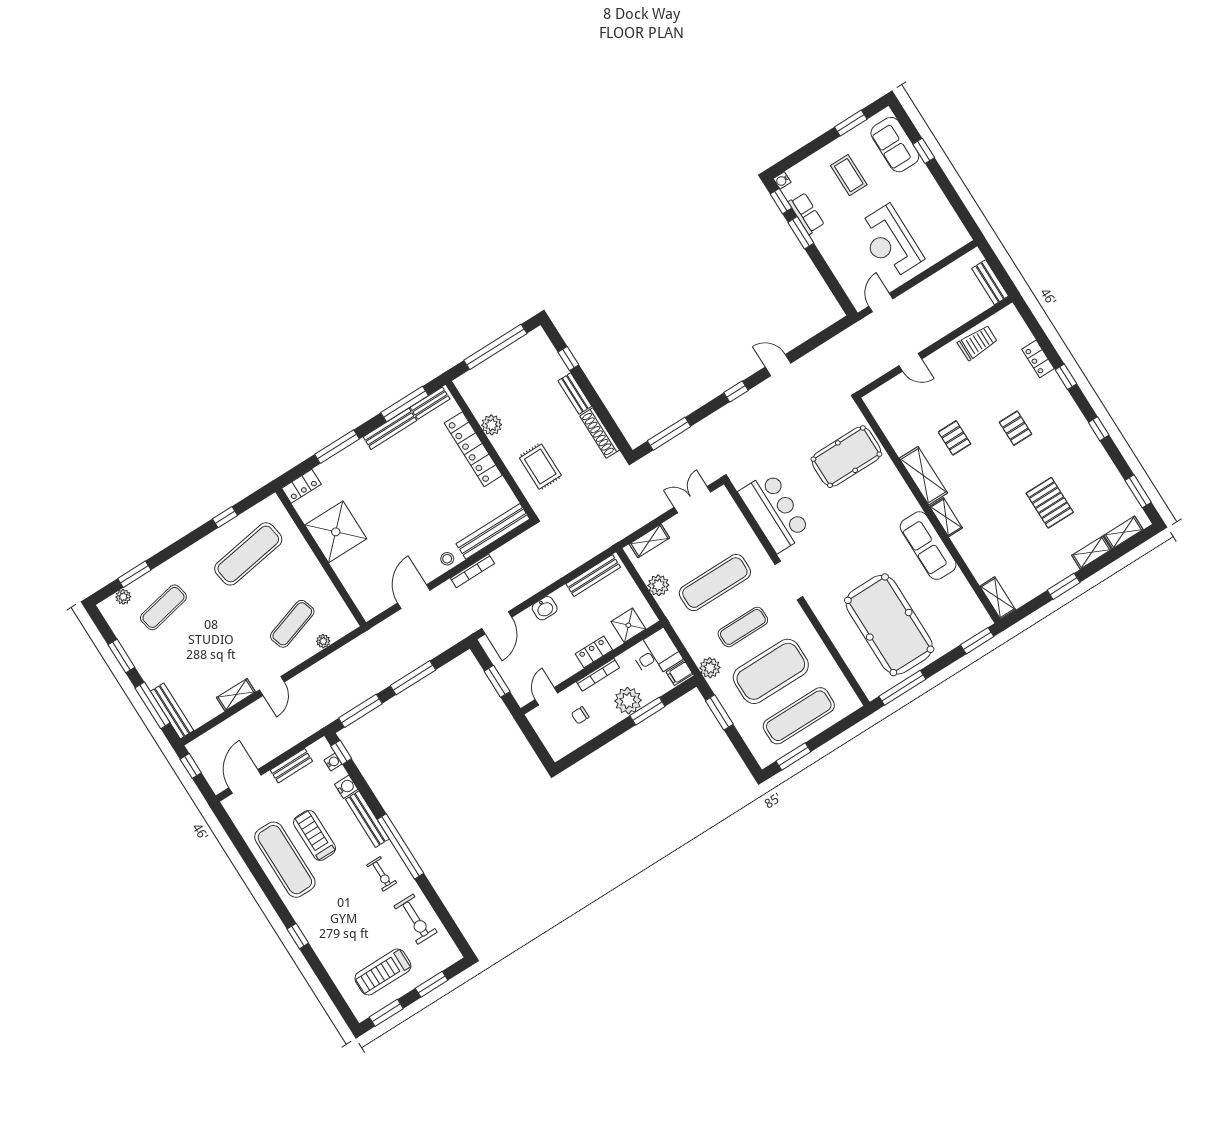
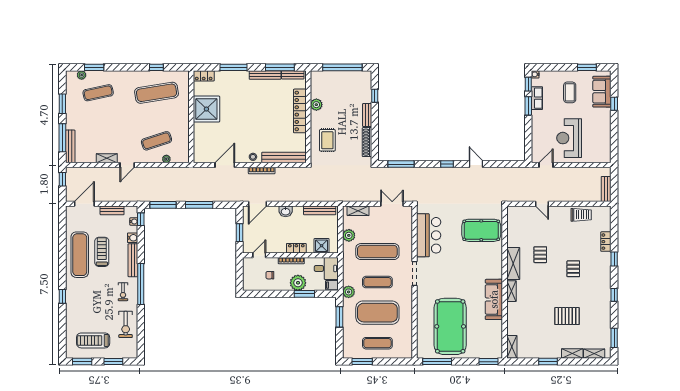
pallet: (1050, 503) -> (567, 316), turned 90
exercise mat: (799, 716) -> (377, 343), width x0.73, depth x0.69

